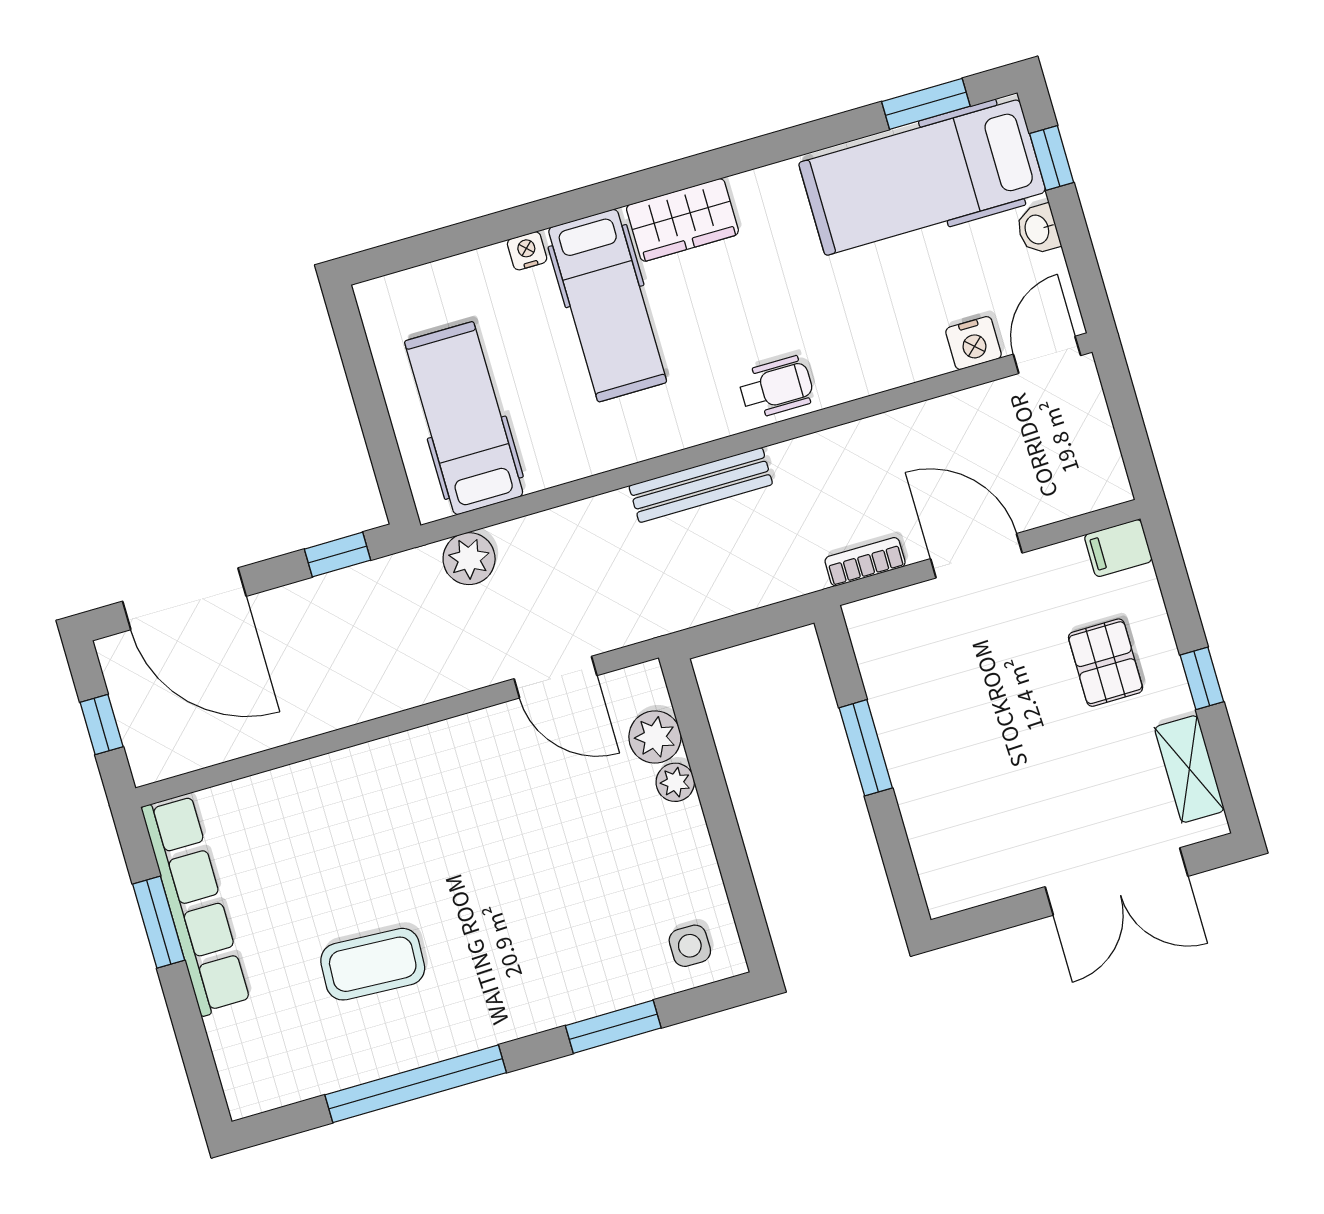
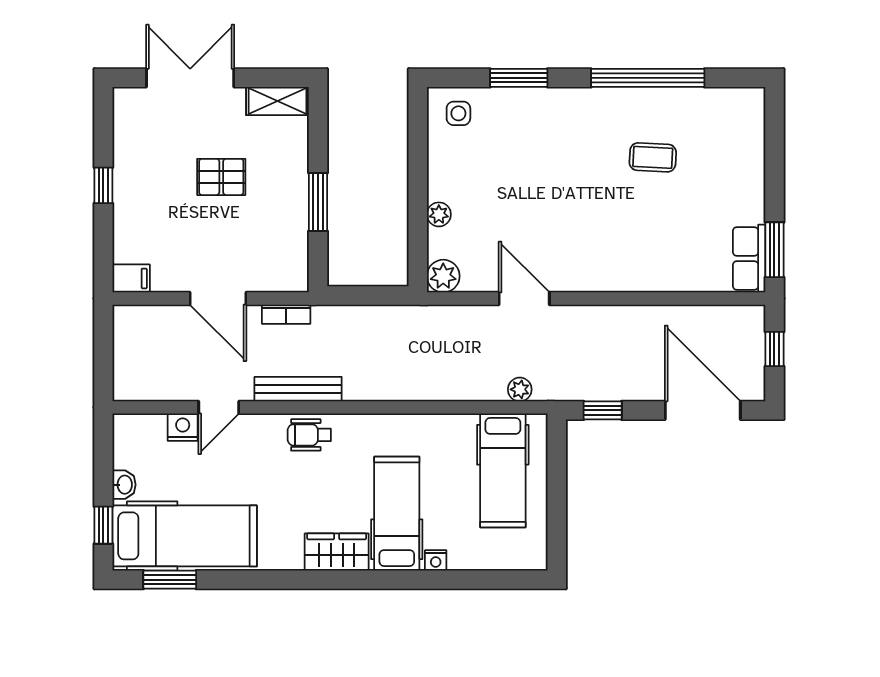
door: (1047, 355) -> (219, 407), moved
bench: (701, 485) -> (298, 389), moved
plant: (469, 559) -> (520, 389), width x0.73, depth x0.73
pallet: (1106, 663) -> (221, 177), moved, turned 90
door: (556, 677) -> (524, 299), moved
plant: (655, 737) -> (443, 276), moved
shelving: (1189, 769) -> (277, 101), moved, turned 90
row of seats: (196, 905) -> (749, 258), width x0.50
window: (159, 922) -> (774, 250), moved
coffee table: (373, 964) -> (653, 157), width x0.73, depth x0.77

